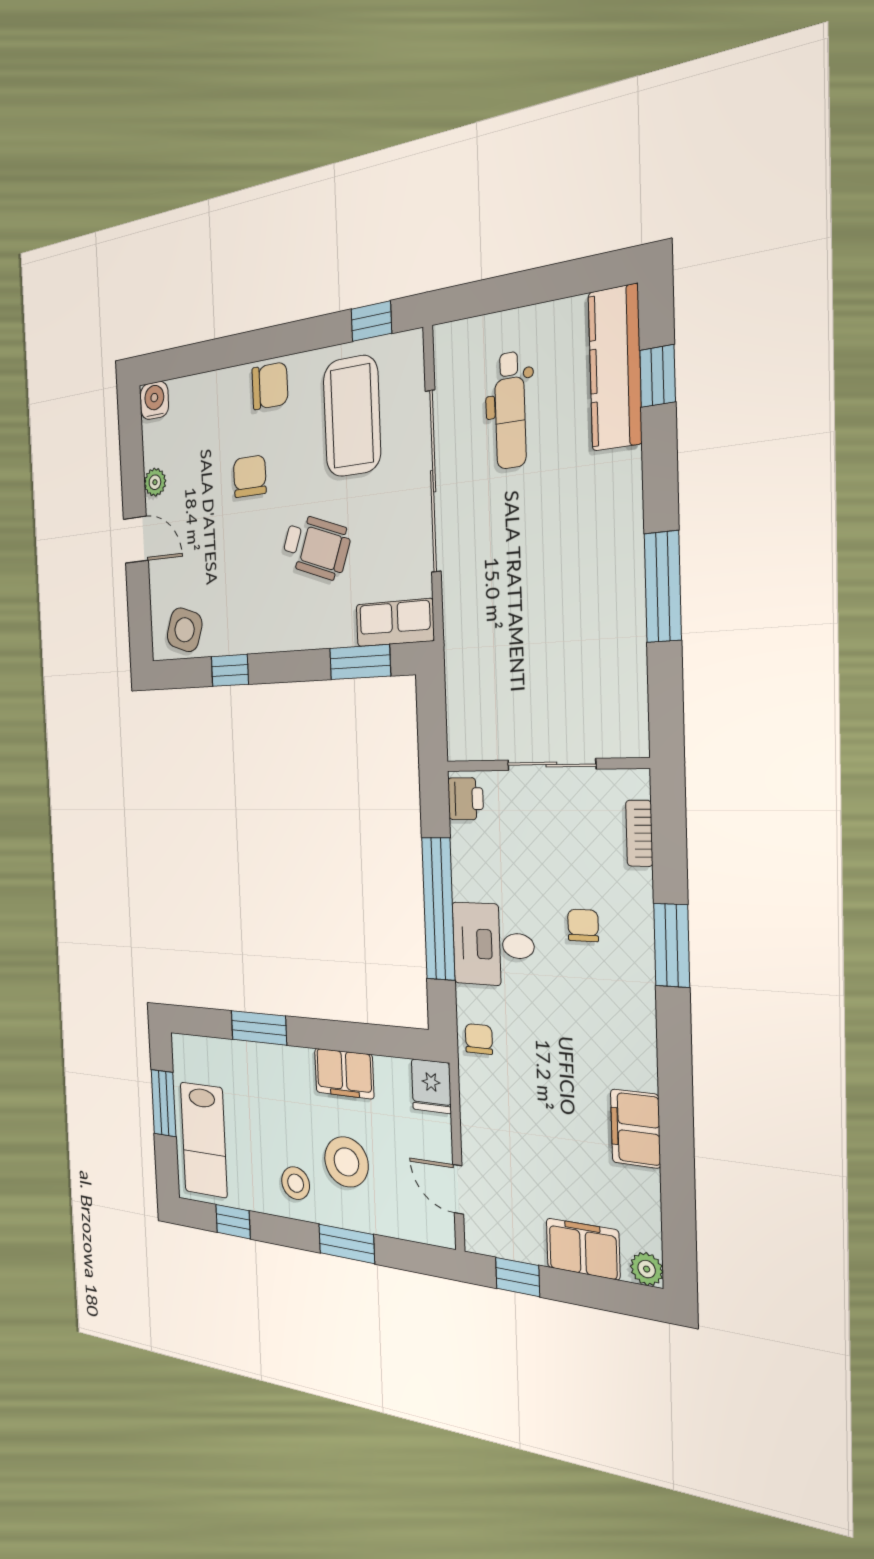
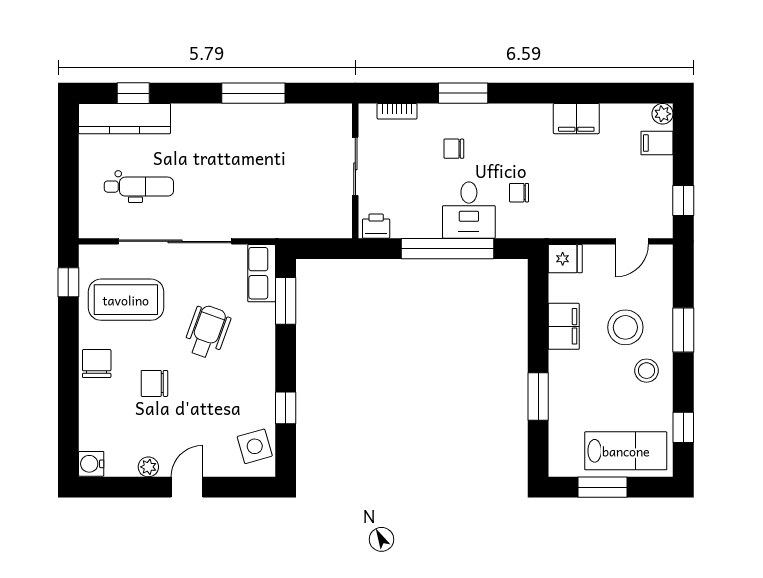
side table: (185, 630) -> (255, 446), turned -35
chair: (479, 1039) -> (519, 193), moved
filing cabinet: (583, 1249) -> (657, 143), width x0.50

